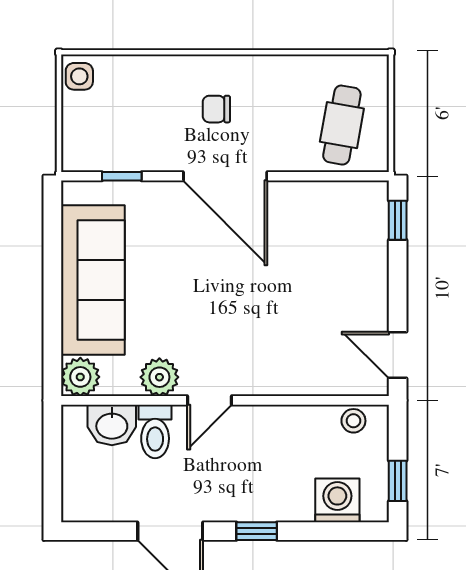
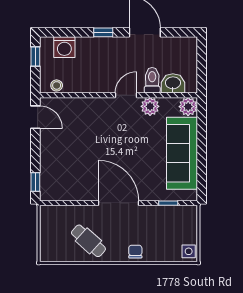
chair: (216, 109) -> (135, 252), moved, turned -90
cafe table: (342, 125) -> (88, 241), moved, turned -58

